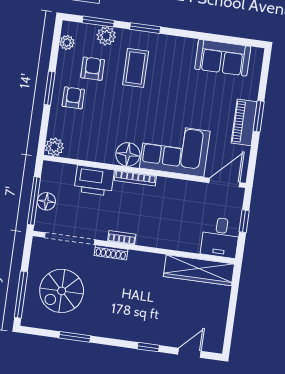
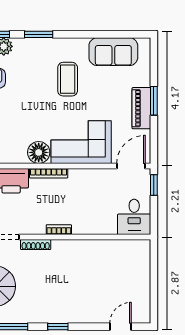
coffee table: (136, 68) -> (68, 79), moved
window: (244, 221) -> (154, 185), moved
bookcase: (122, 238) -> (59, 230), moved
wardrobe: (199, 270) -> (119, 250), removed
window: (148, 347) -> (58, 327), moved

